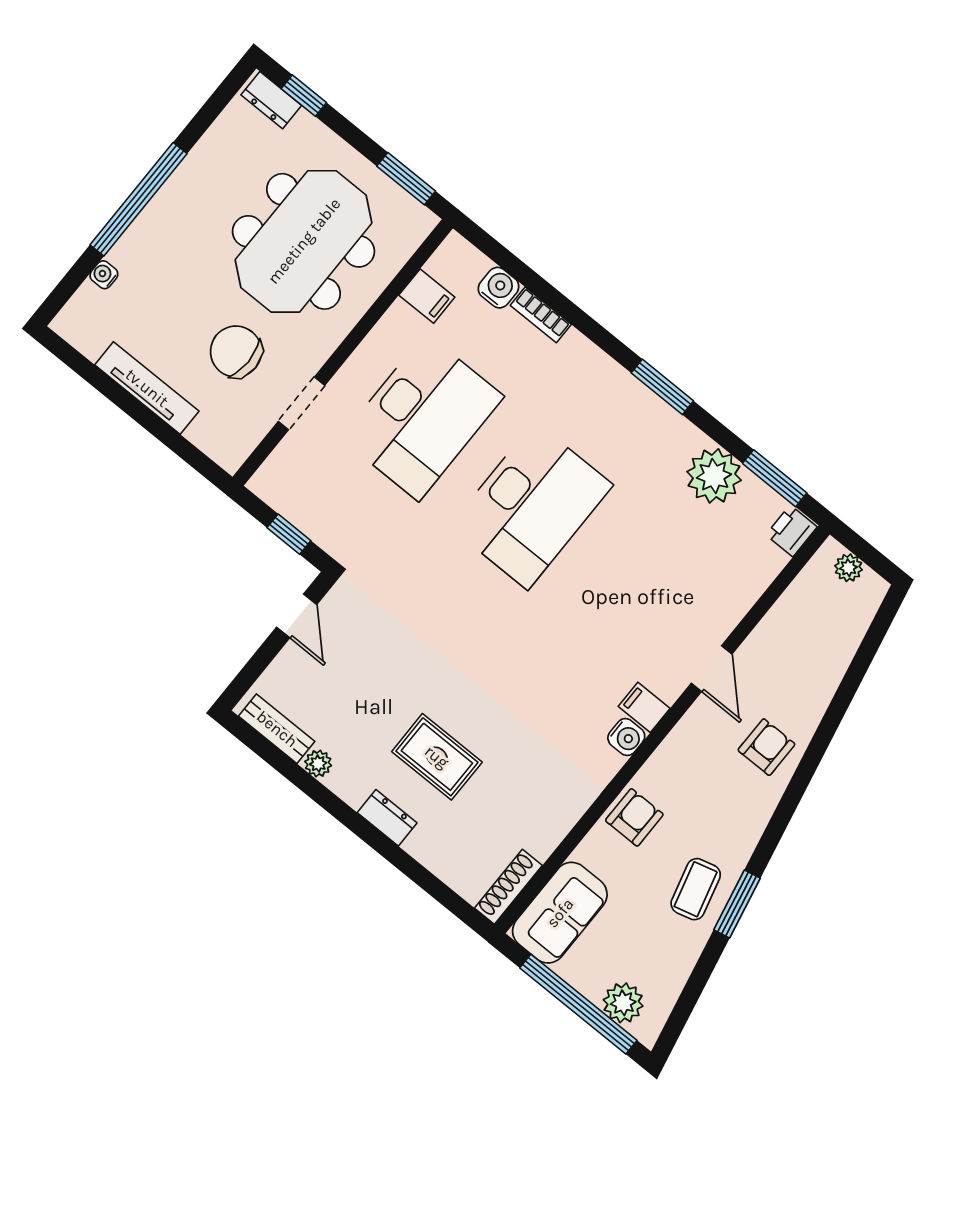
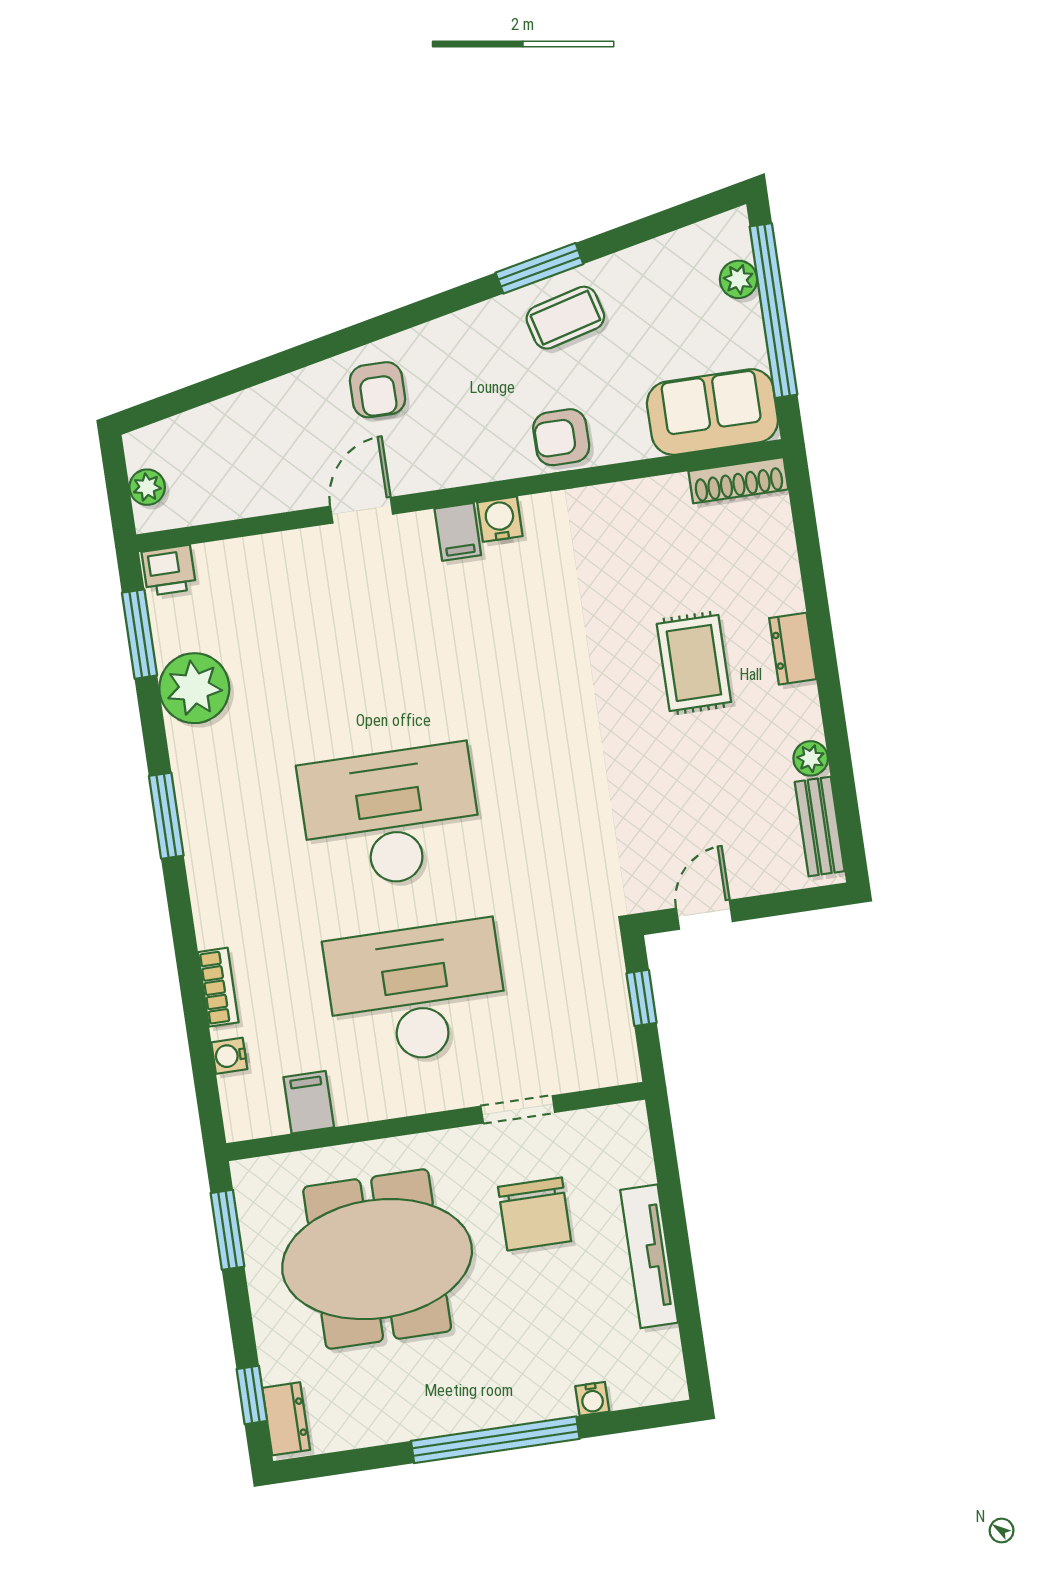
water cooler: (499, 288) -> (229, 1056), width x0.72, depth x0.72
armchair: (766, 747) -> (378, 390), turned -90
plant: (623, 1003) -> (738, 279), width x0.73, depth x0.73

